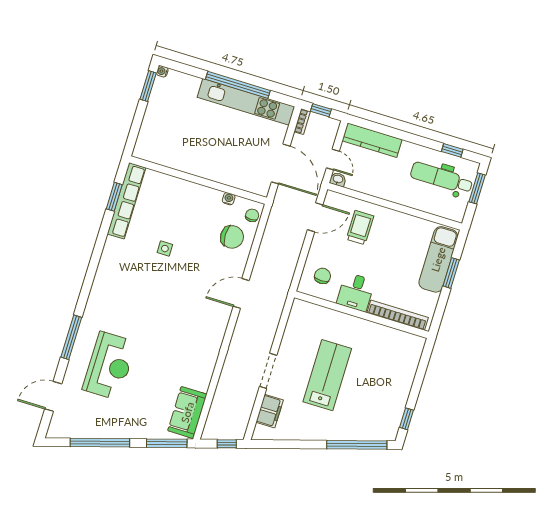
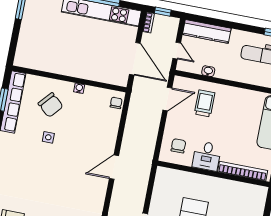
washbasin: (338, 179) -> (208, 71), moved
water cooler: (229, 199) -> (79, 88), moved
chair: (232, 237) -> (51, 105), moved, turned 41

